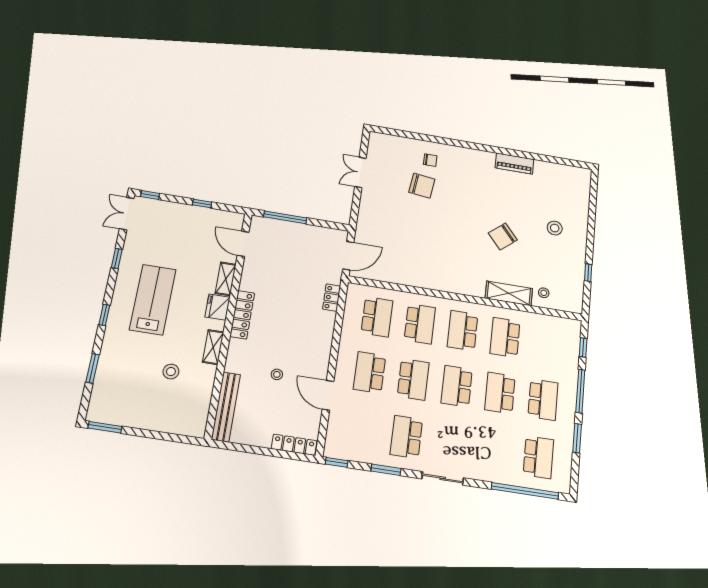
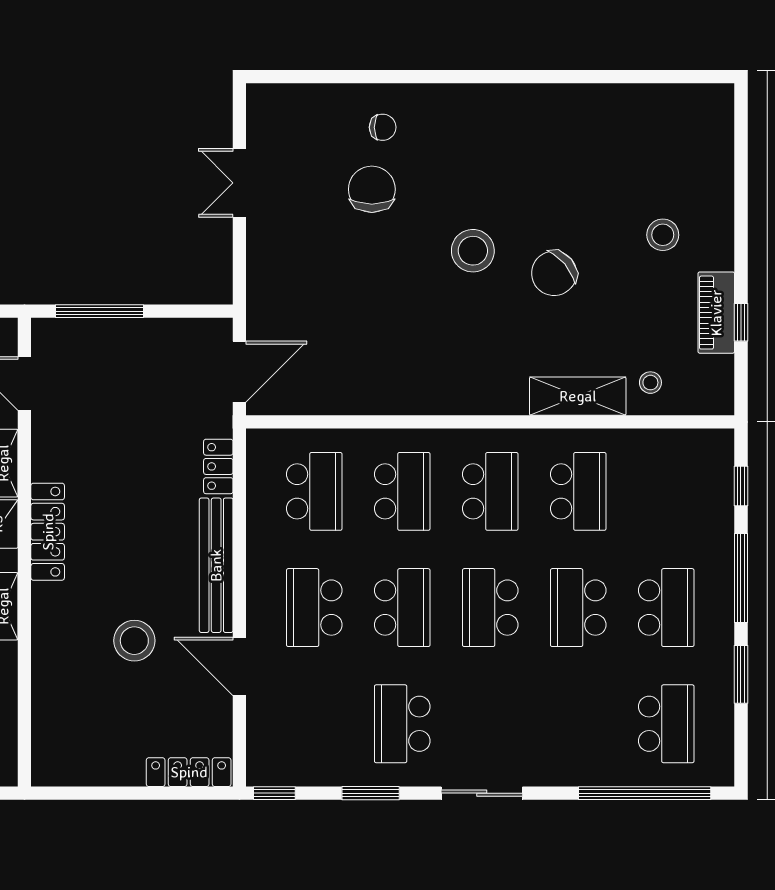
piano: (514, 163) -> (716, 313), moved, turned 90
chair: (422, 186) -> (372, 189), turned -97
stool: (466, 220) -> (473, 251), added
school desk: (463, 331) -> (490, 491), turned 180
school desk: (505, 337) -> (578, 491), turned 180
stool: (277, 374) -> (134, 641), width x1.89, depth x1.89
bench: (226, 407) -> (216, 565), moved

